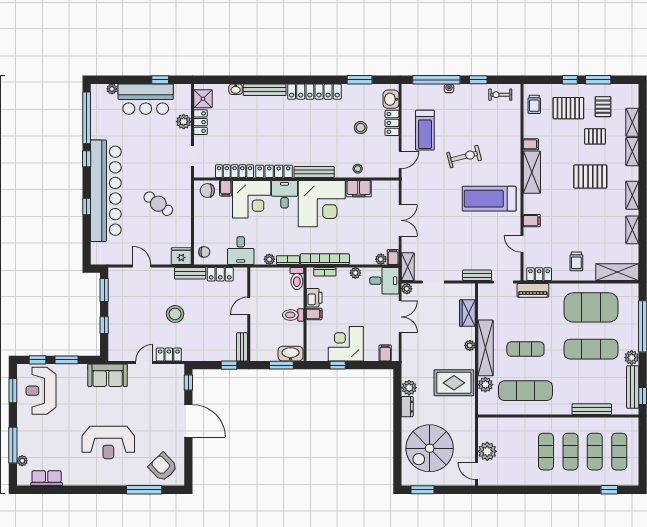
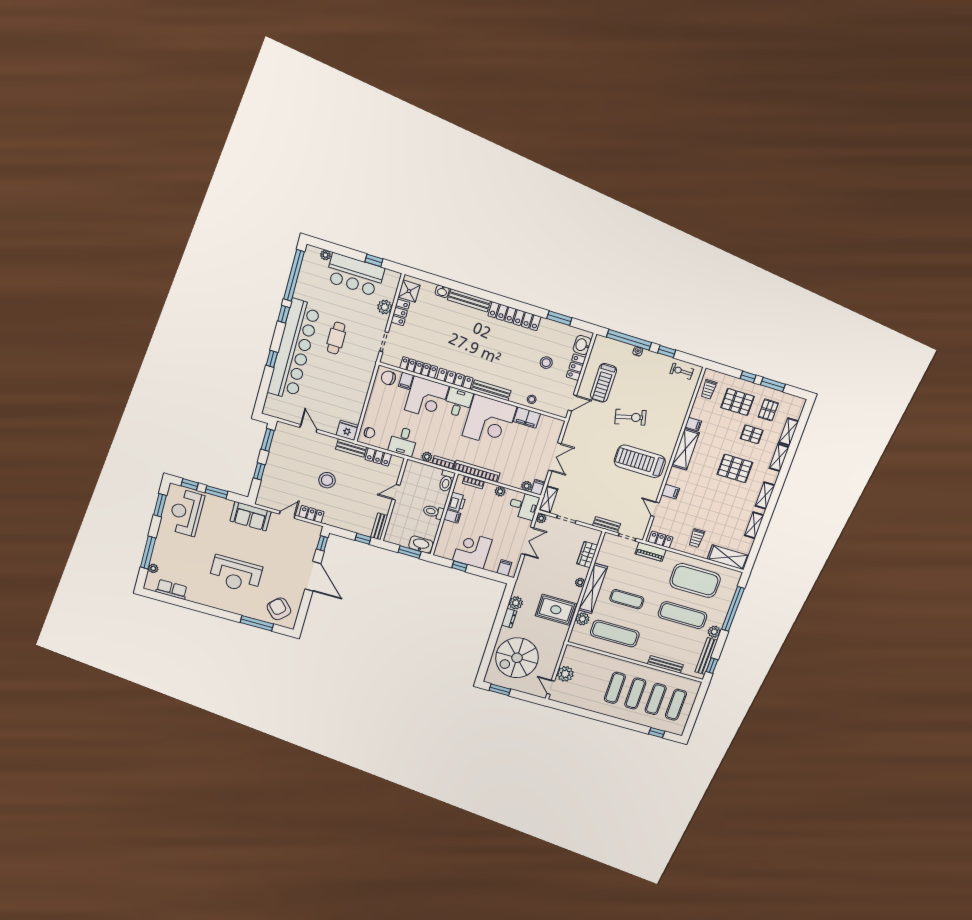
cafe table: (158, 204) -> (336, 338), moved, turned 54

